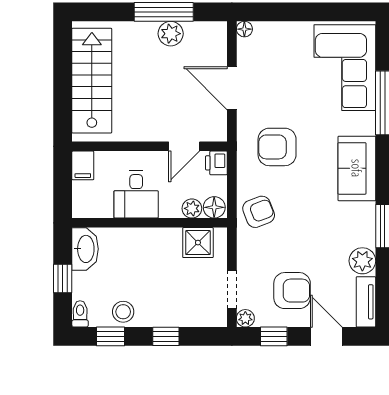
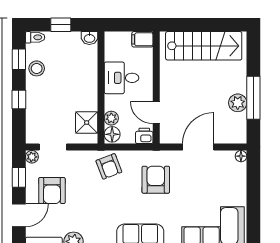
washbasin: (85, 249) -> (89, 38), width x0.52, depth x0.69

